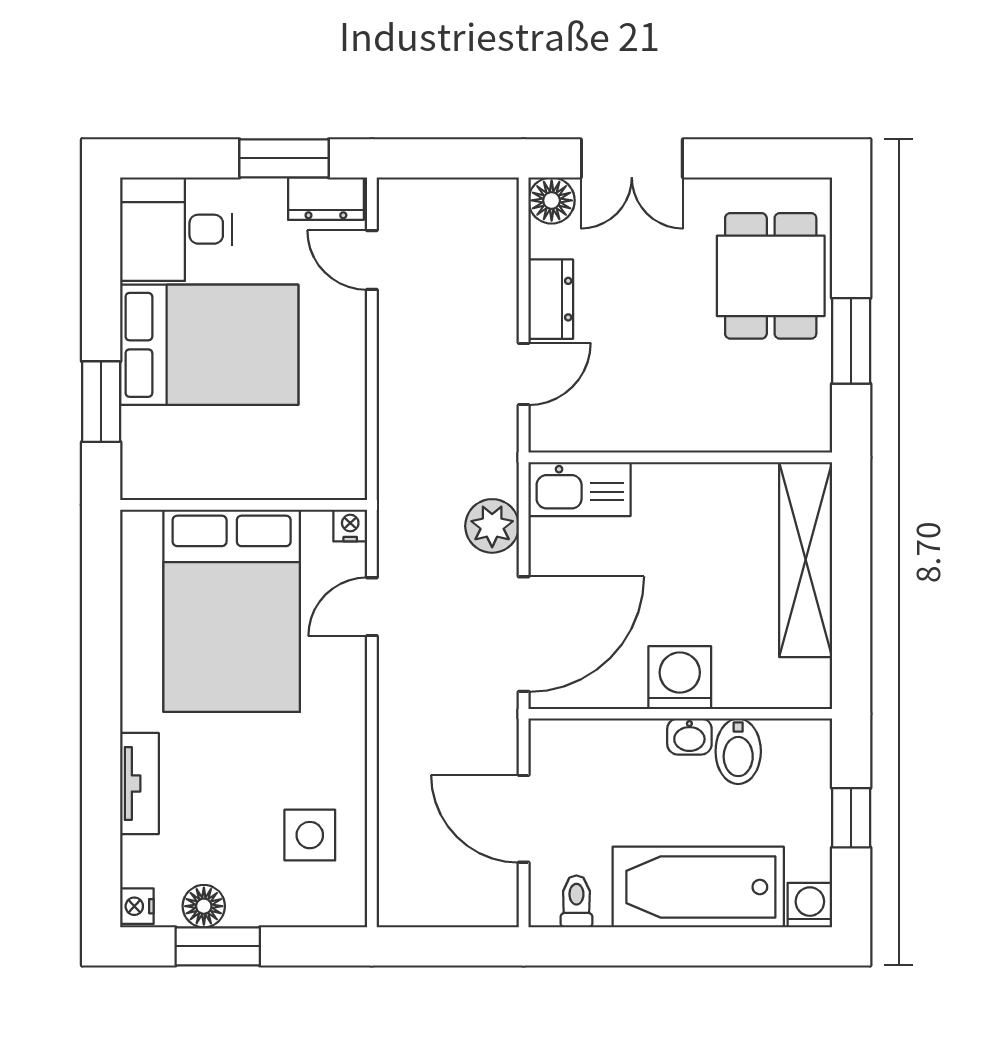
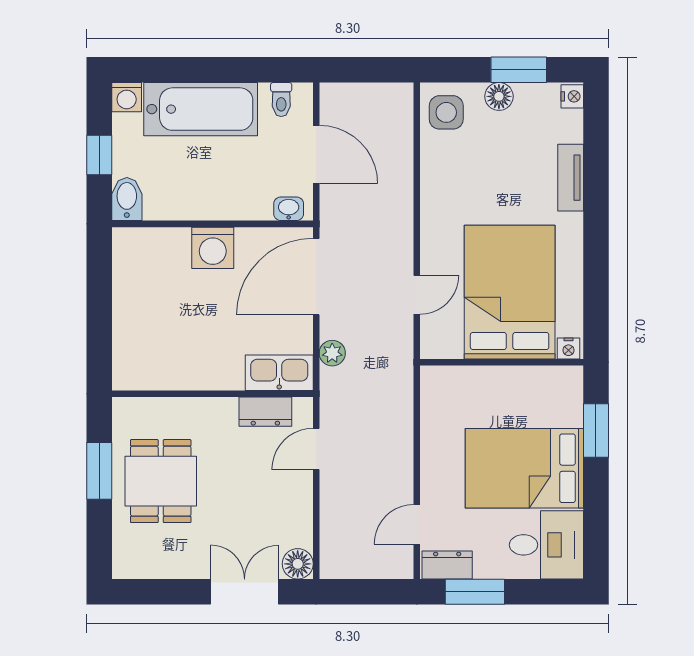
door: (372, 260) -> (417, 524), swing flipped
dining table: (771, 276) -> (161, 481), moved
dresser: (551, 299) -> (265, 412), moved, turned -90
nightstand: (350, 526) -> (568, 349), moved
plant: (492, 526) -> (332, 353), width x0.73, depth x0.73
shelving: (806, 560) -> (129, 326), removed
washbasin: (689, 737) -> (289, 209), moved
bidet: (738, 751) -> (127, 199), moved
side table: (310, 835) -> (446, 112), moved
floor lamp: (204, 906) -> (499, 96), moved

